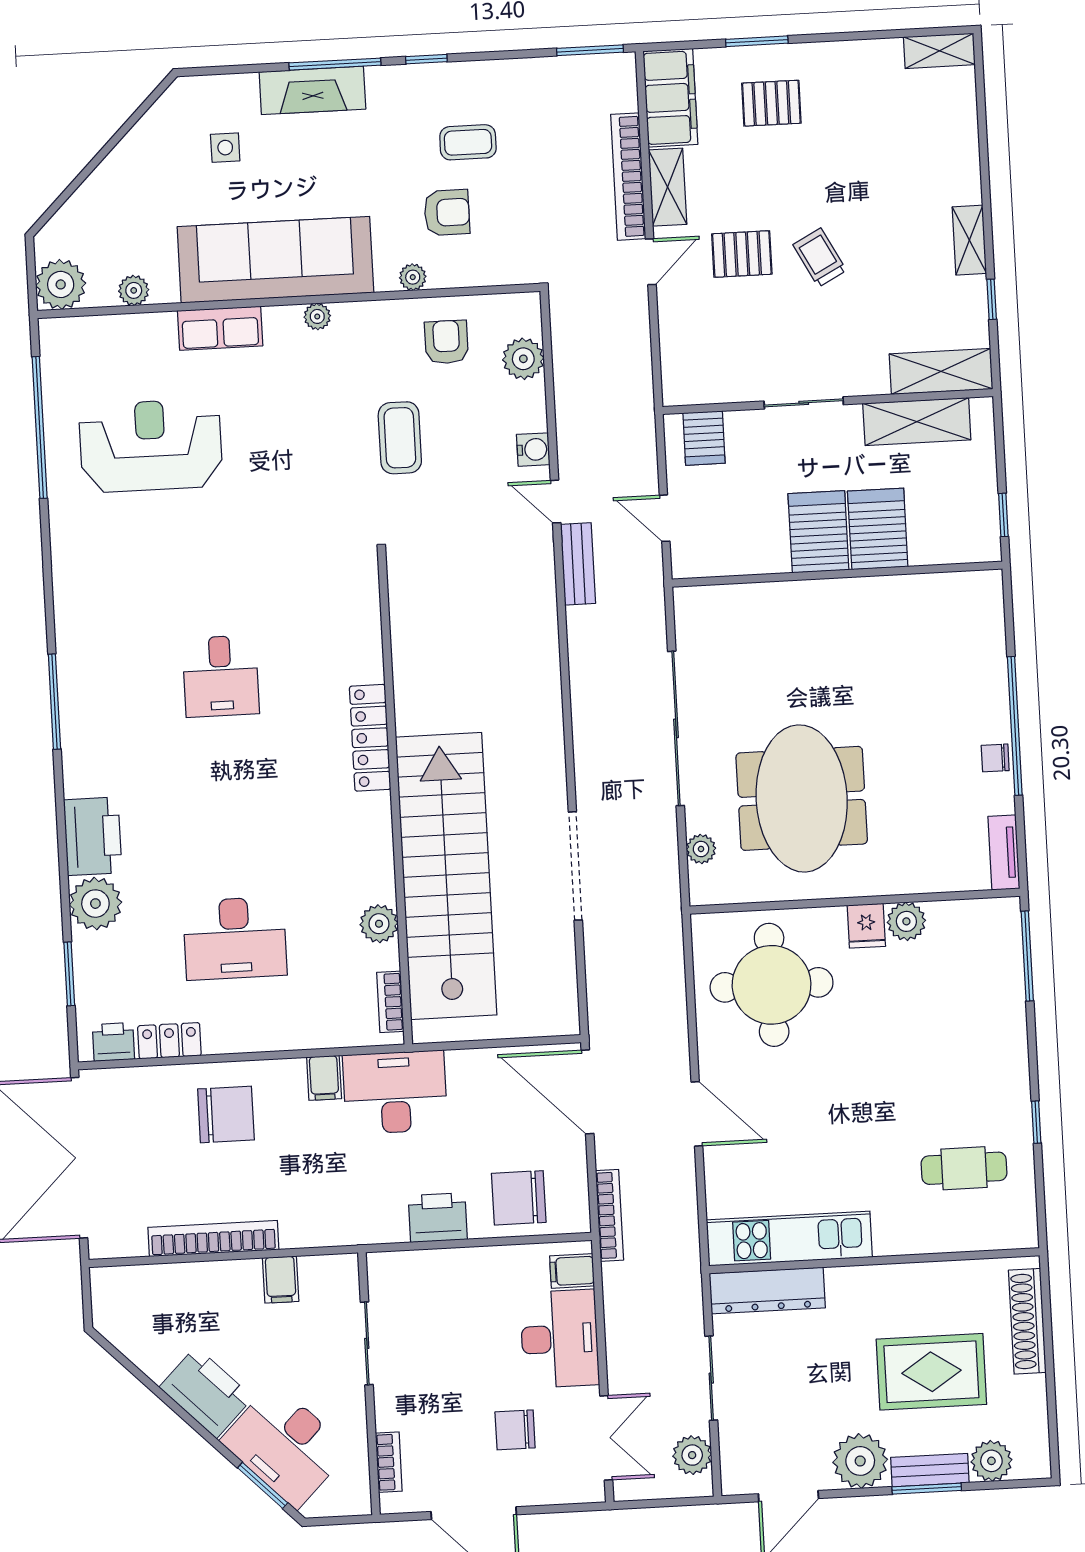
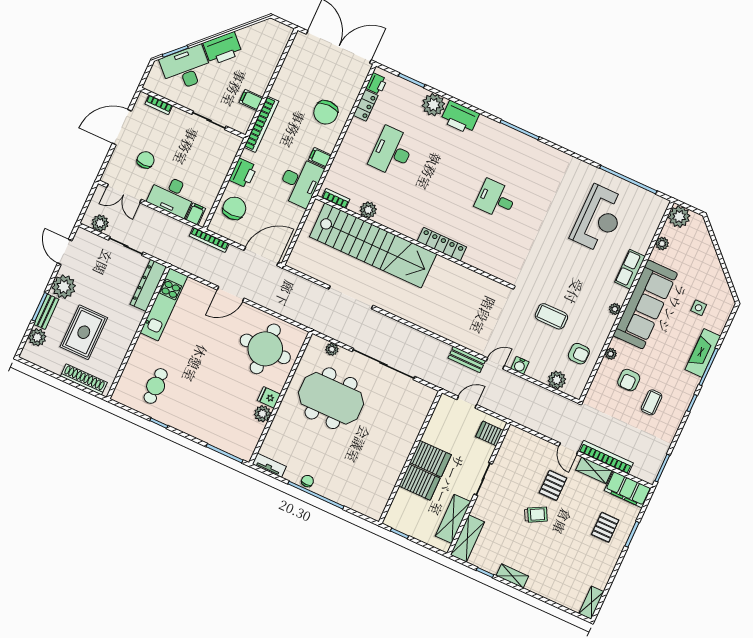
bookcase: (213, 1238) -> (261, 124), moved

